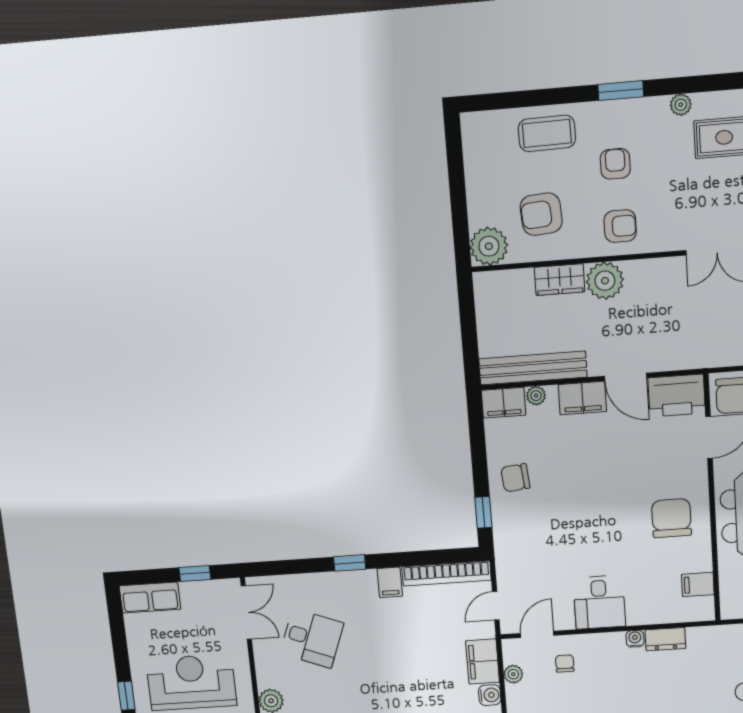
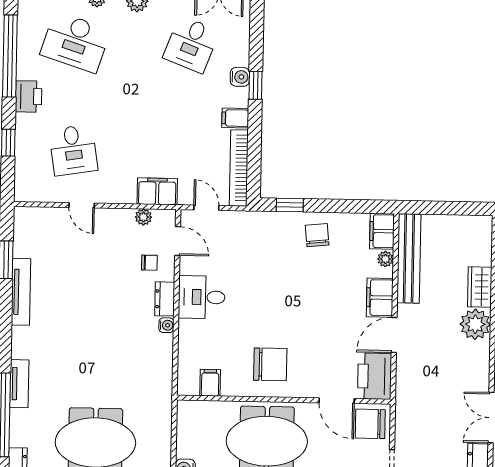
dresser: (665, 639) -> (165, 299), moved
water cooler: (490, 695) -> (240, 77), moved, turned -90

